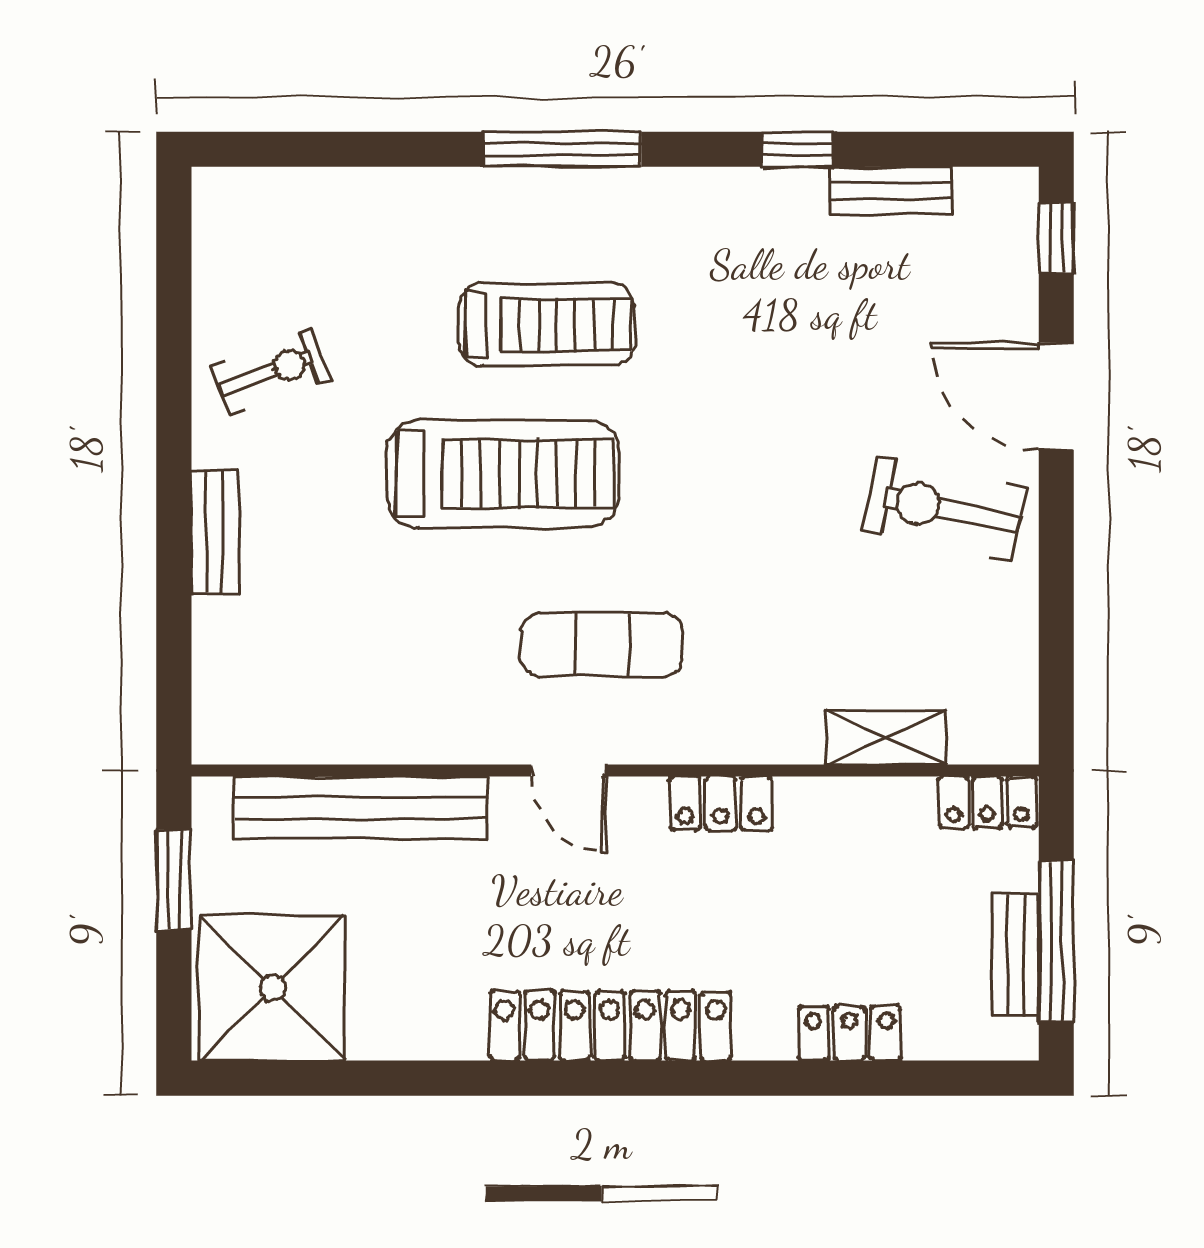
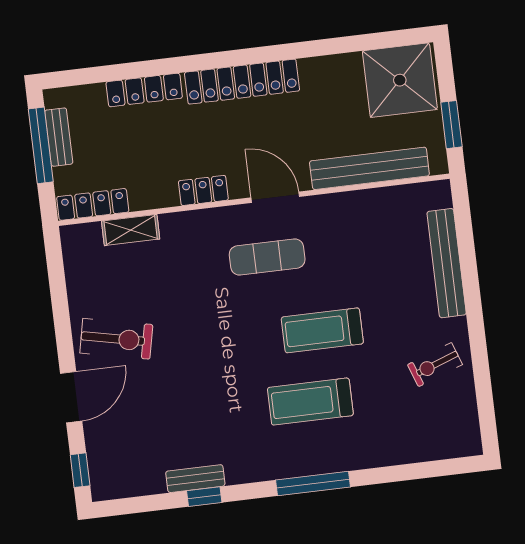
bench: (891, 190) -> (195, 479), moved
door: (1056, 396) -> (71, 397), hinge flipped
treadmill: (503, 474) -> (322, 330), width x0.73, depth x0.73
bench: (215, 532) -> (447, 263), width x1.86, depth x1.21
door: (569, 770) -> (275, 197), width x1.38
locker: (987, 802) -> (93, 204), width x1.53
locker: (850, 1033) -> (144, 90), width x1.53

